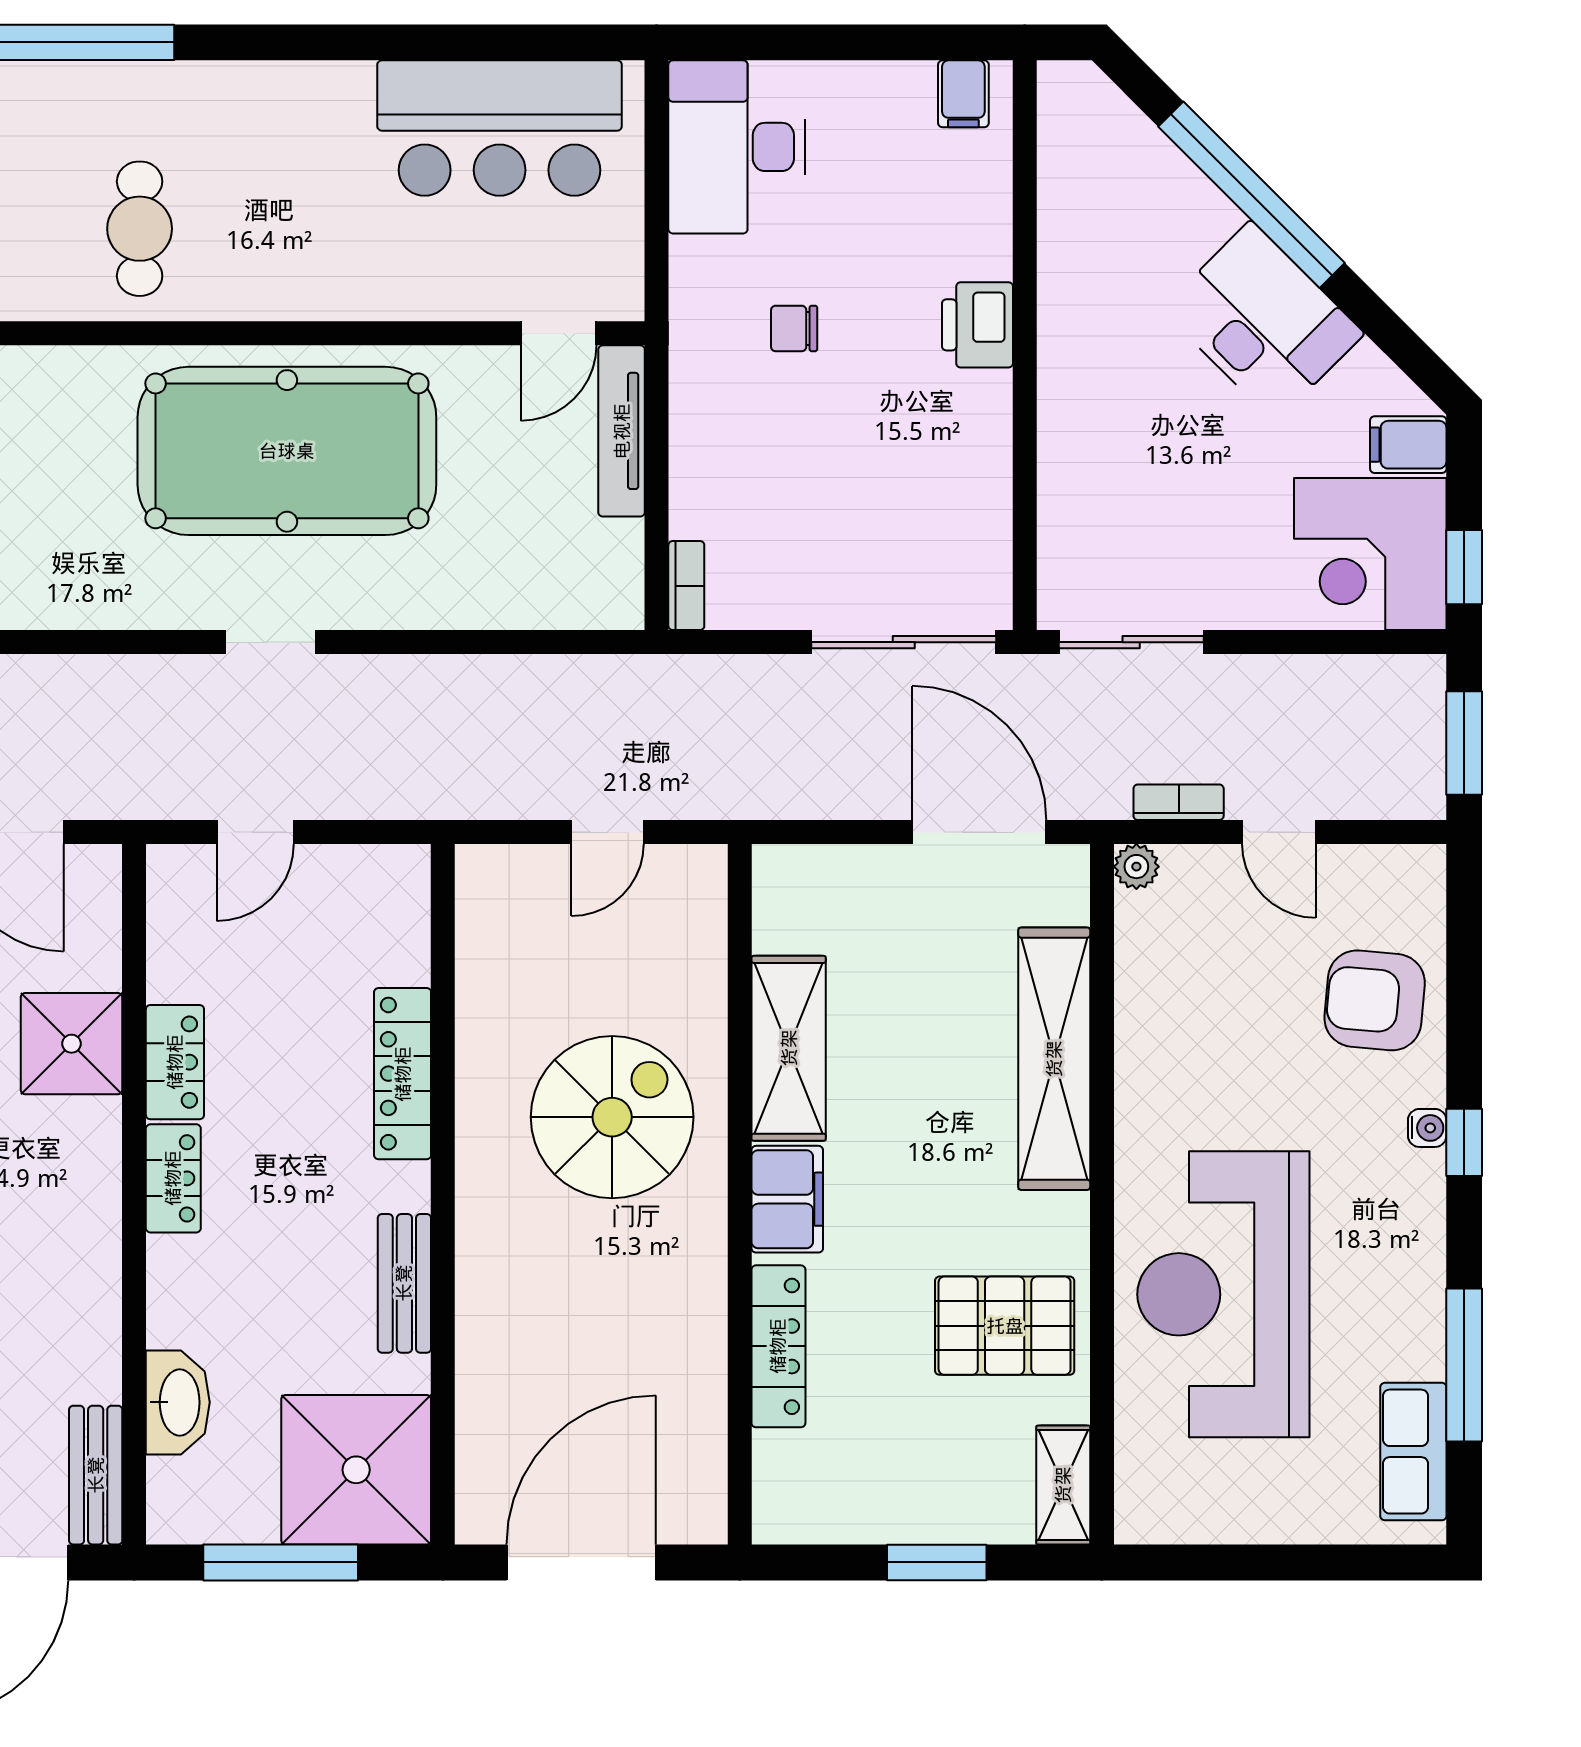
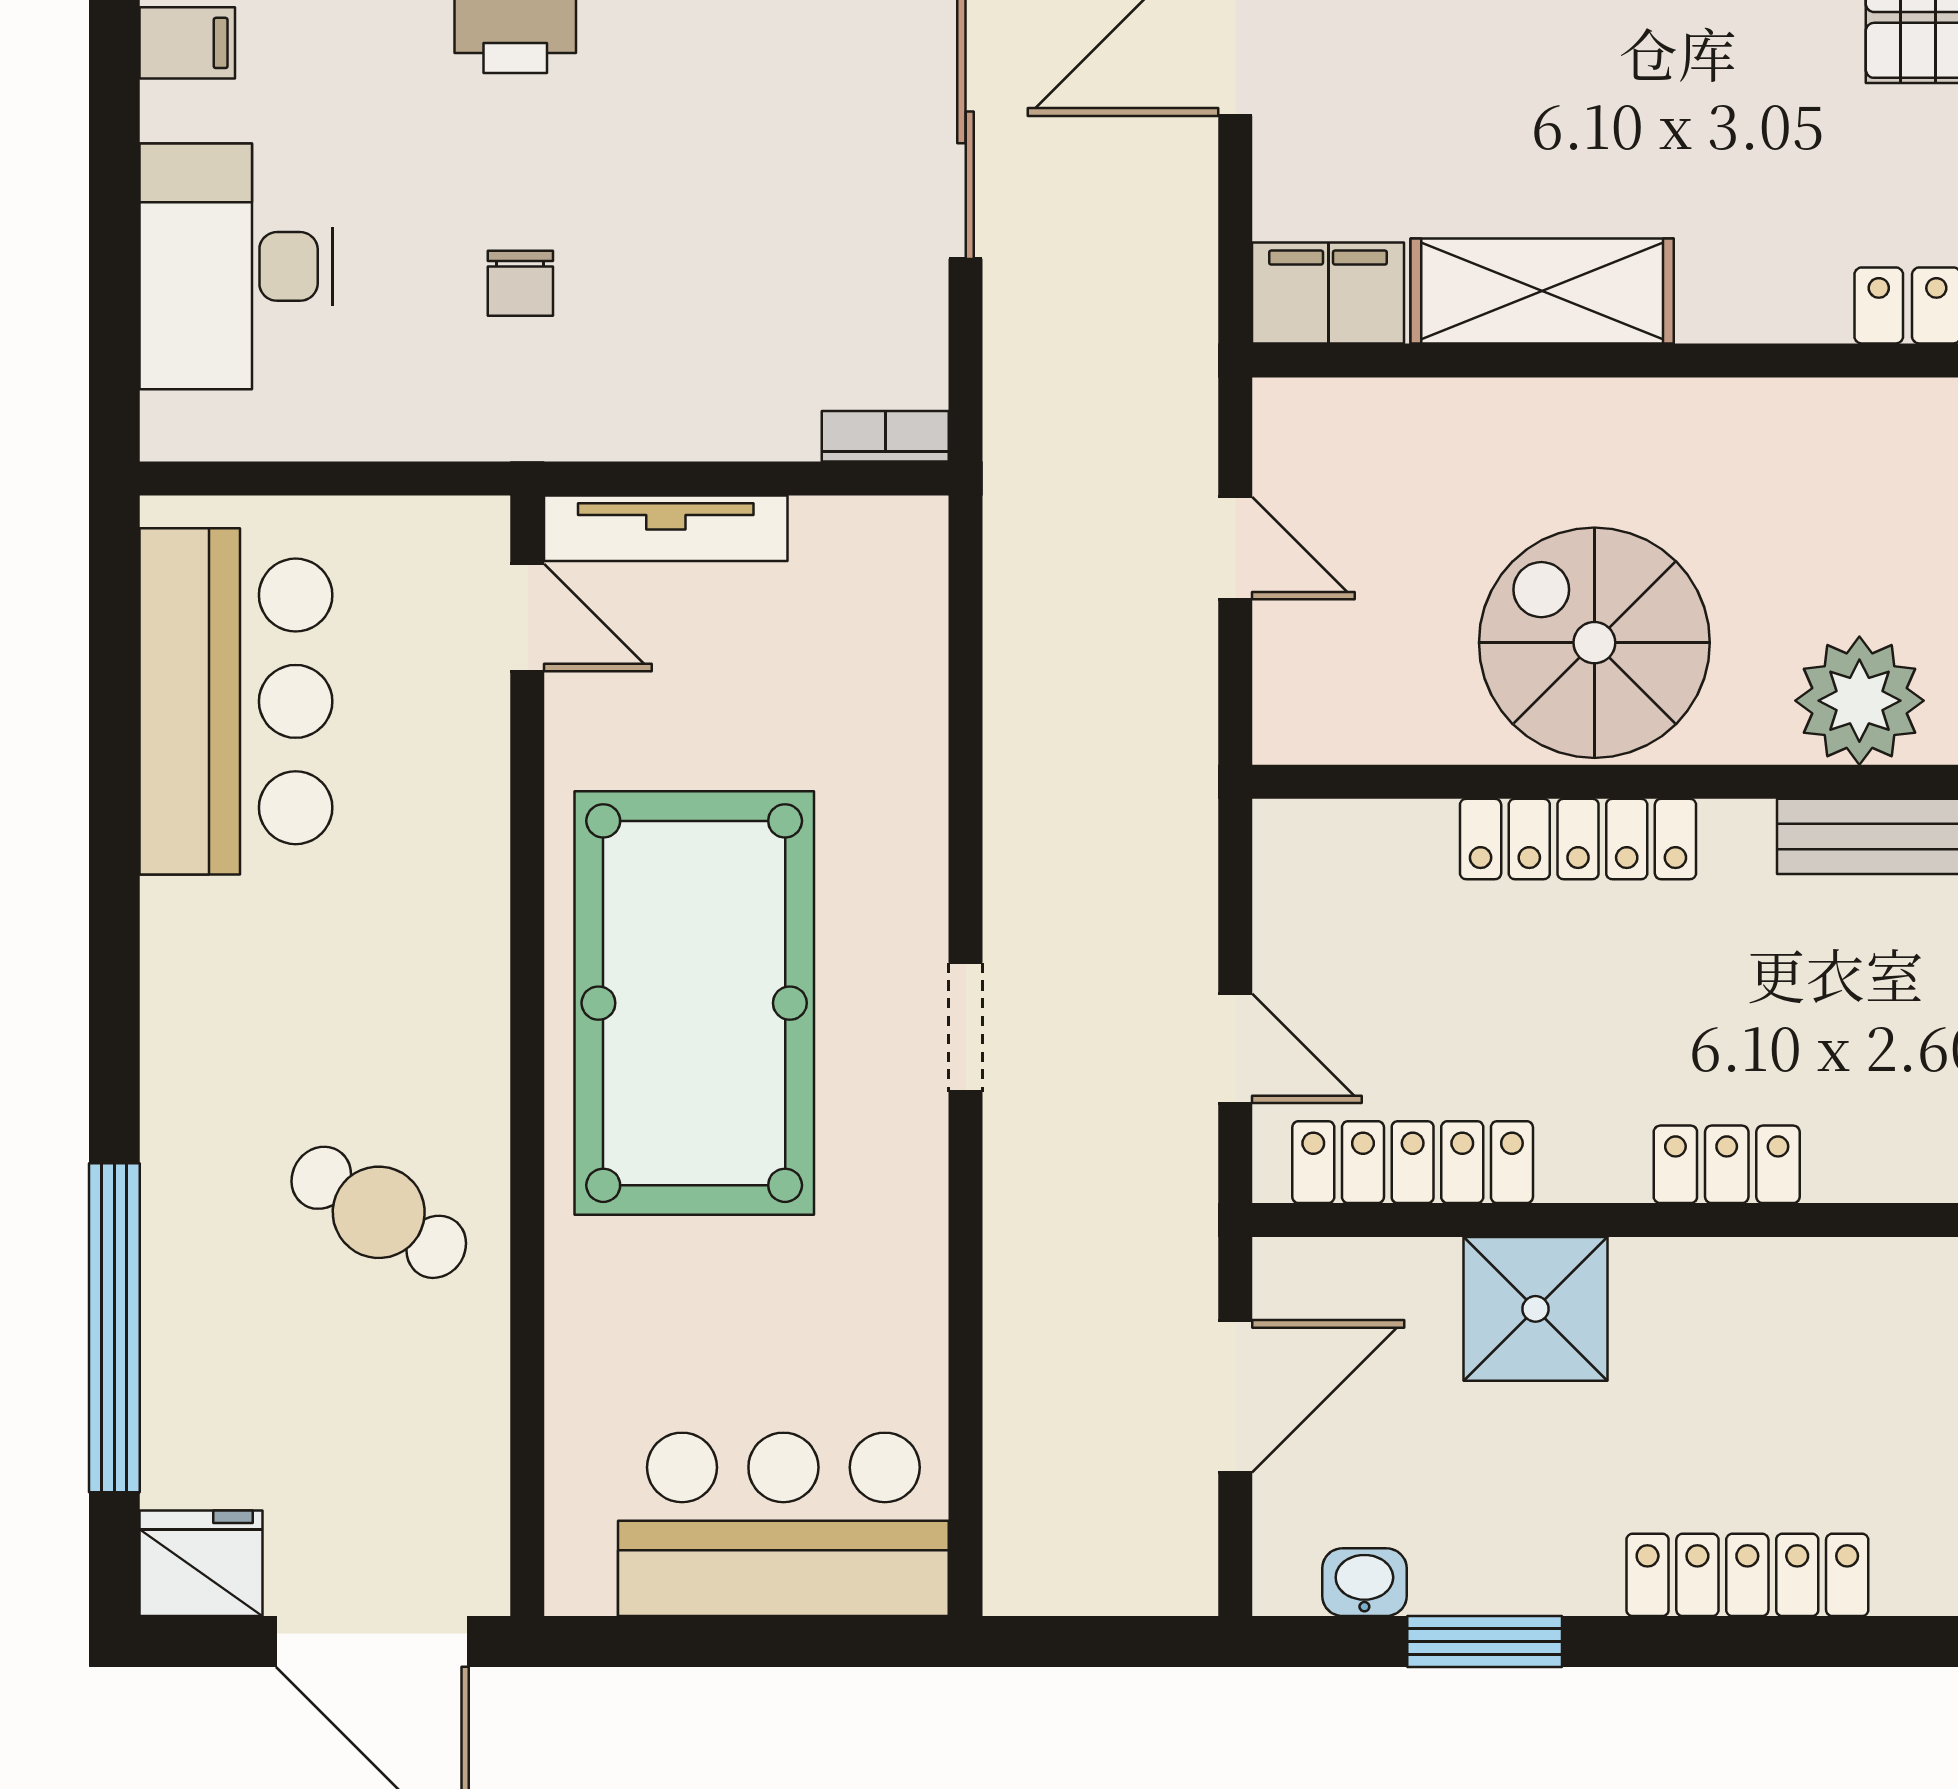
desk: (737, 147) -> (236, 266), moved, turned 90
cafe table: (140, 229) -> (379, 1212), turned 31
locker: (175, 1062) -> (1413, 1162), moved, width x1.53
spiral stairs: (612, 1117) -> (1594, 643), moved
filing cabinet: (787, 1199) -> (1328, 293), moved
plant: (500, 1272) -> (1859, 701), added

